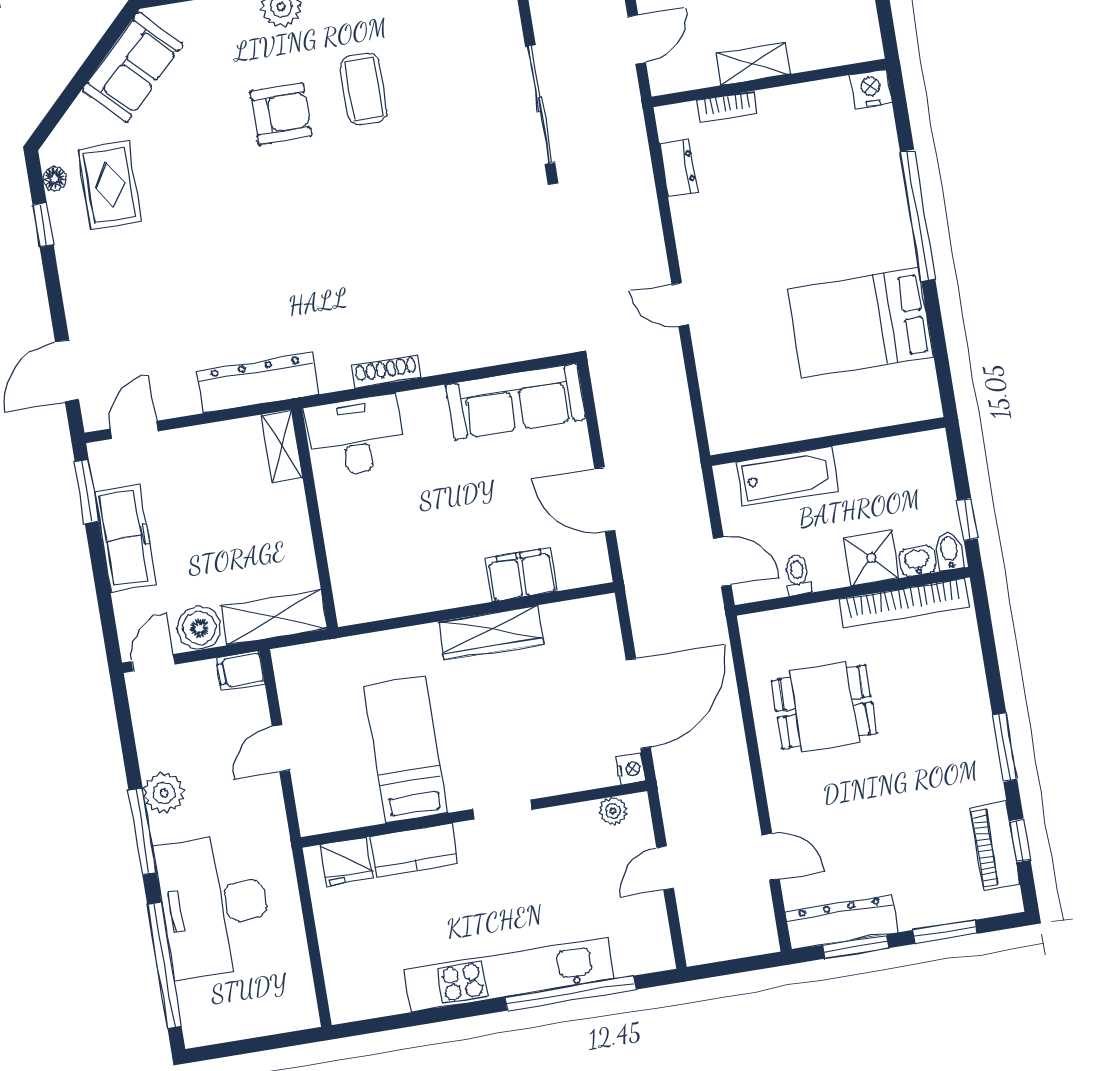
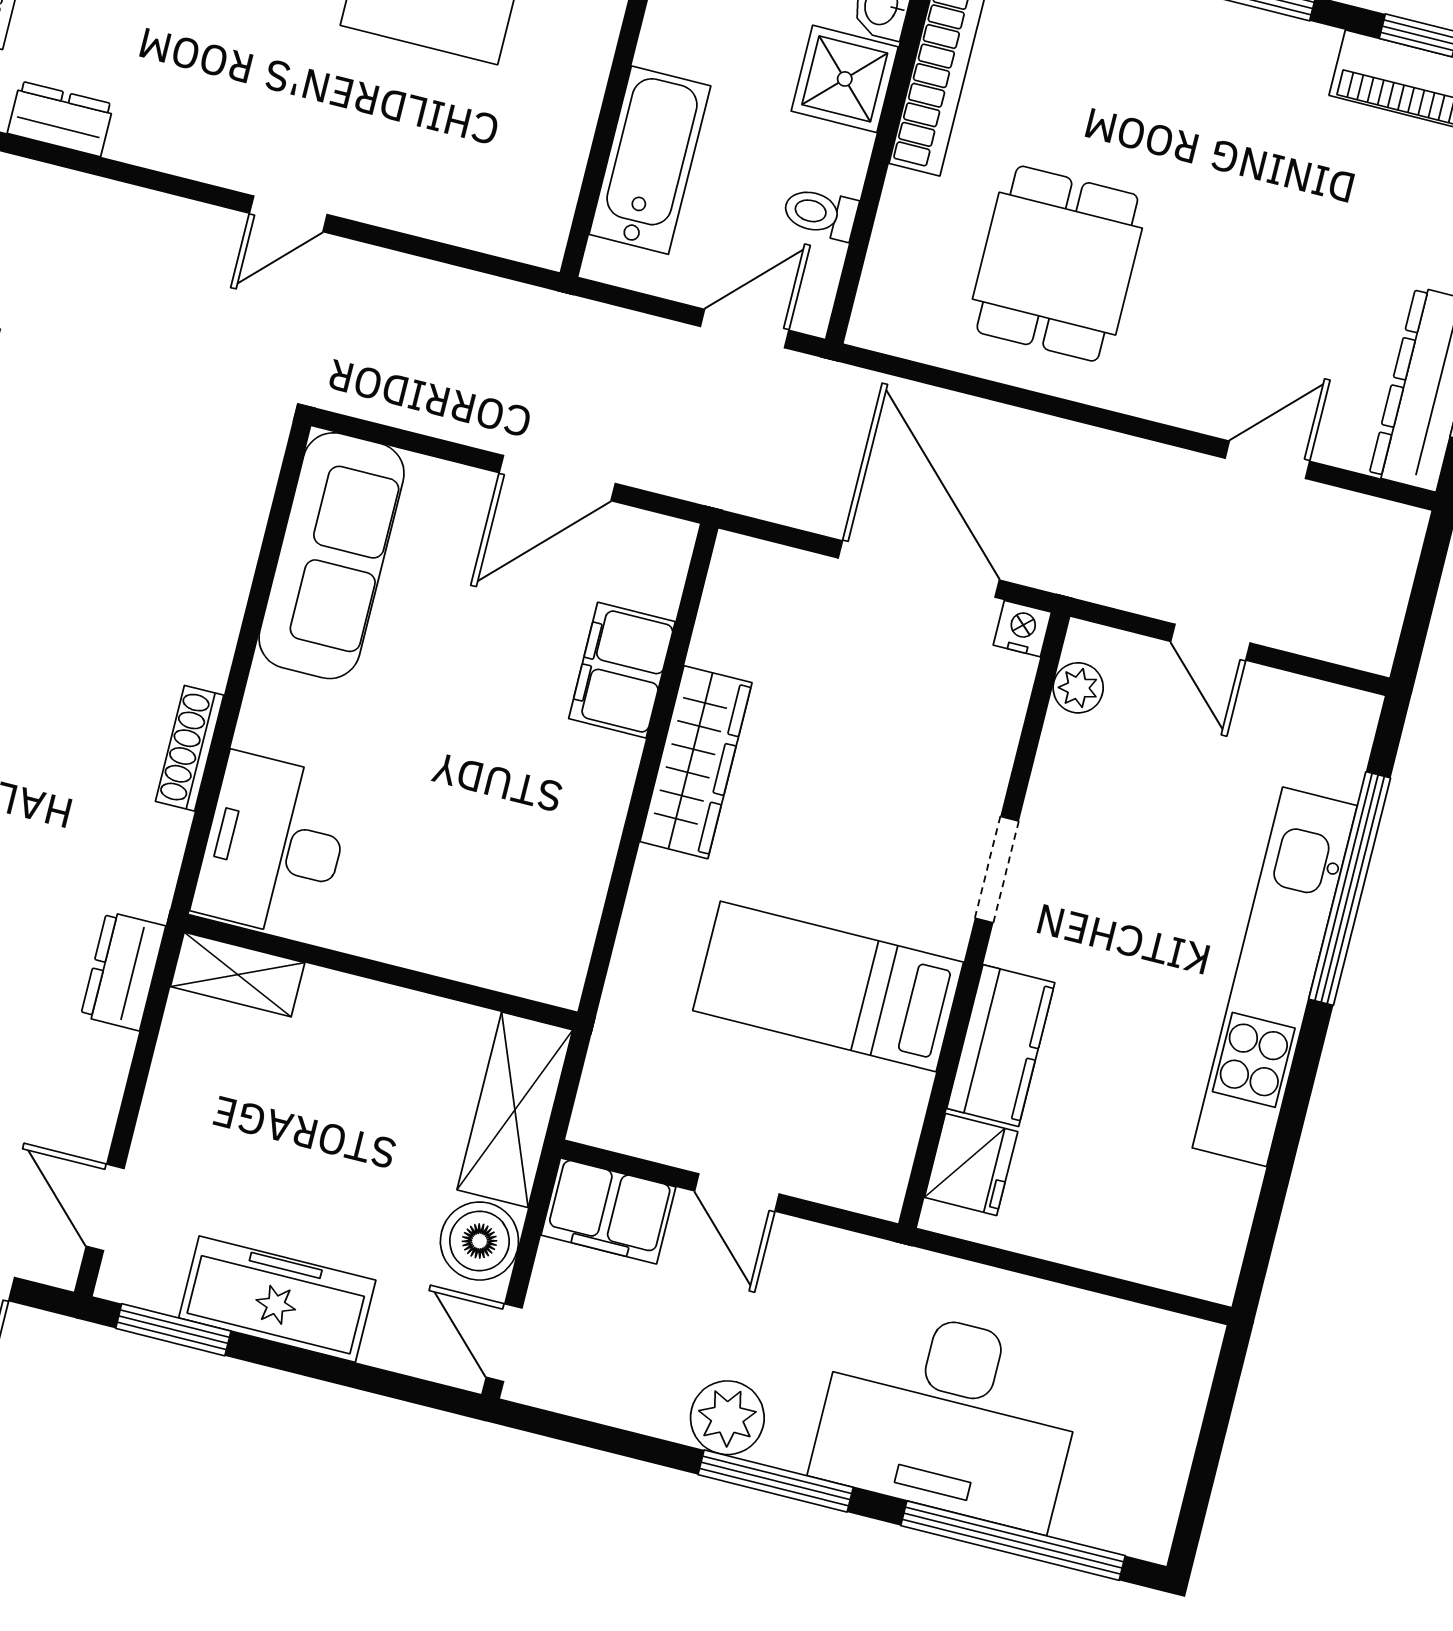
dresser: (258, 383) -> (123, 971), width x0.51, depth x0.80
filing cabinet: (240, 671) -> (608, 1211), width x2.00

